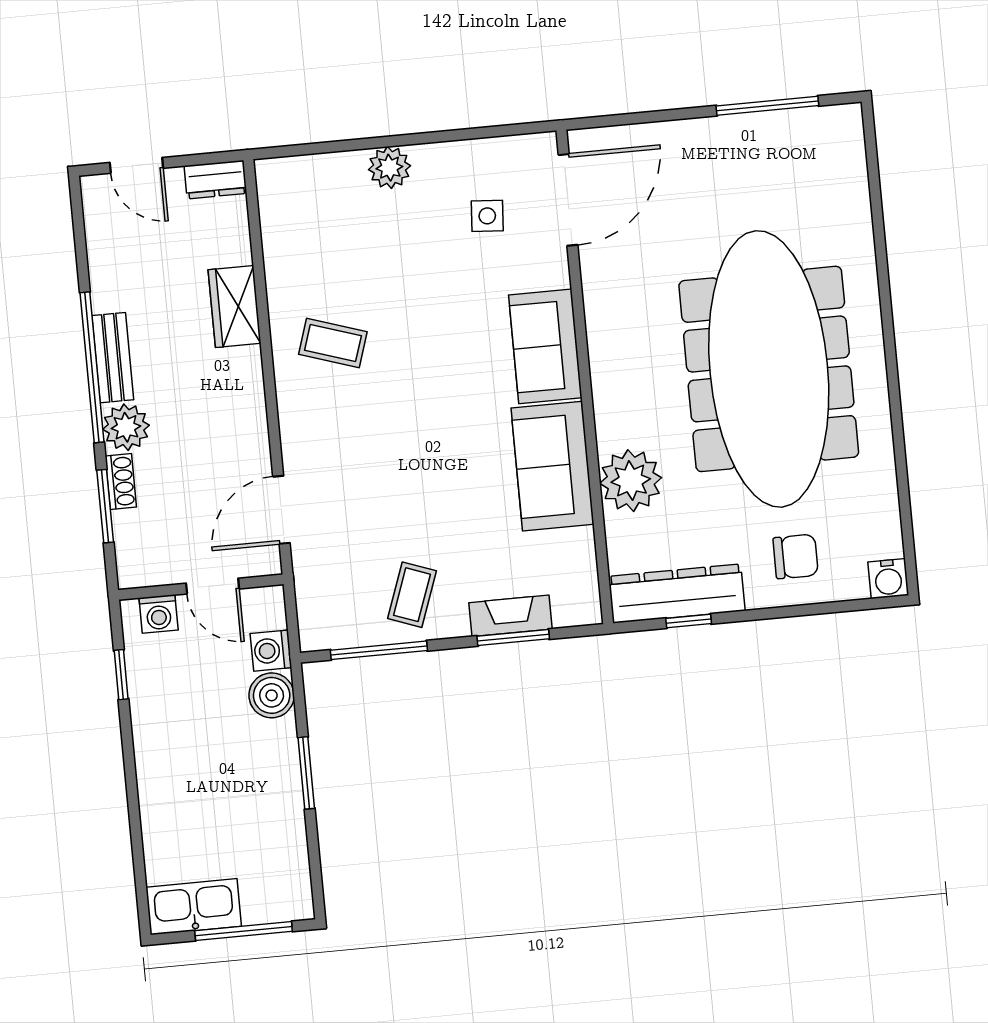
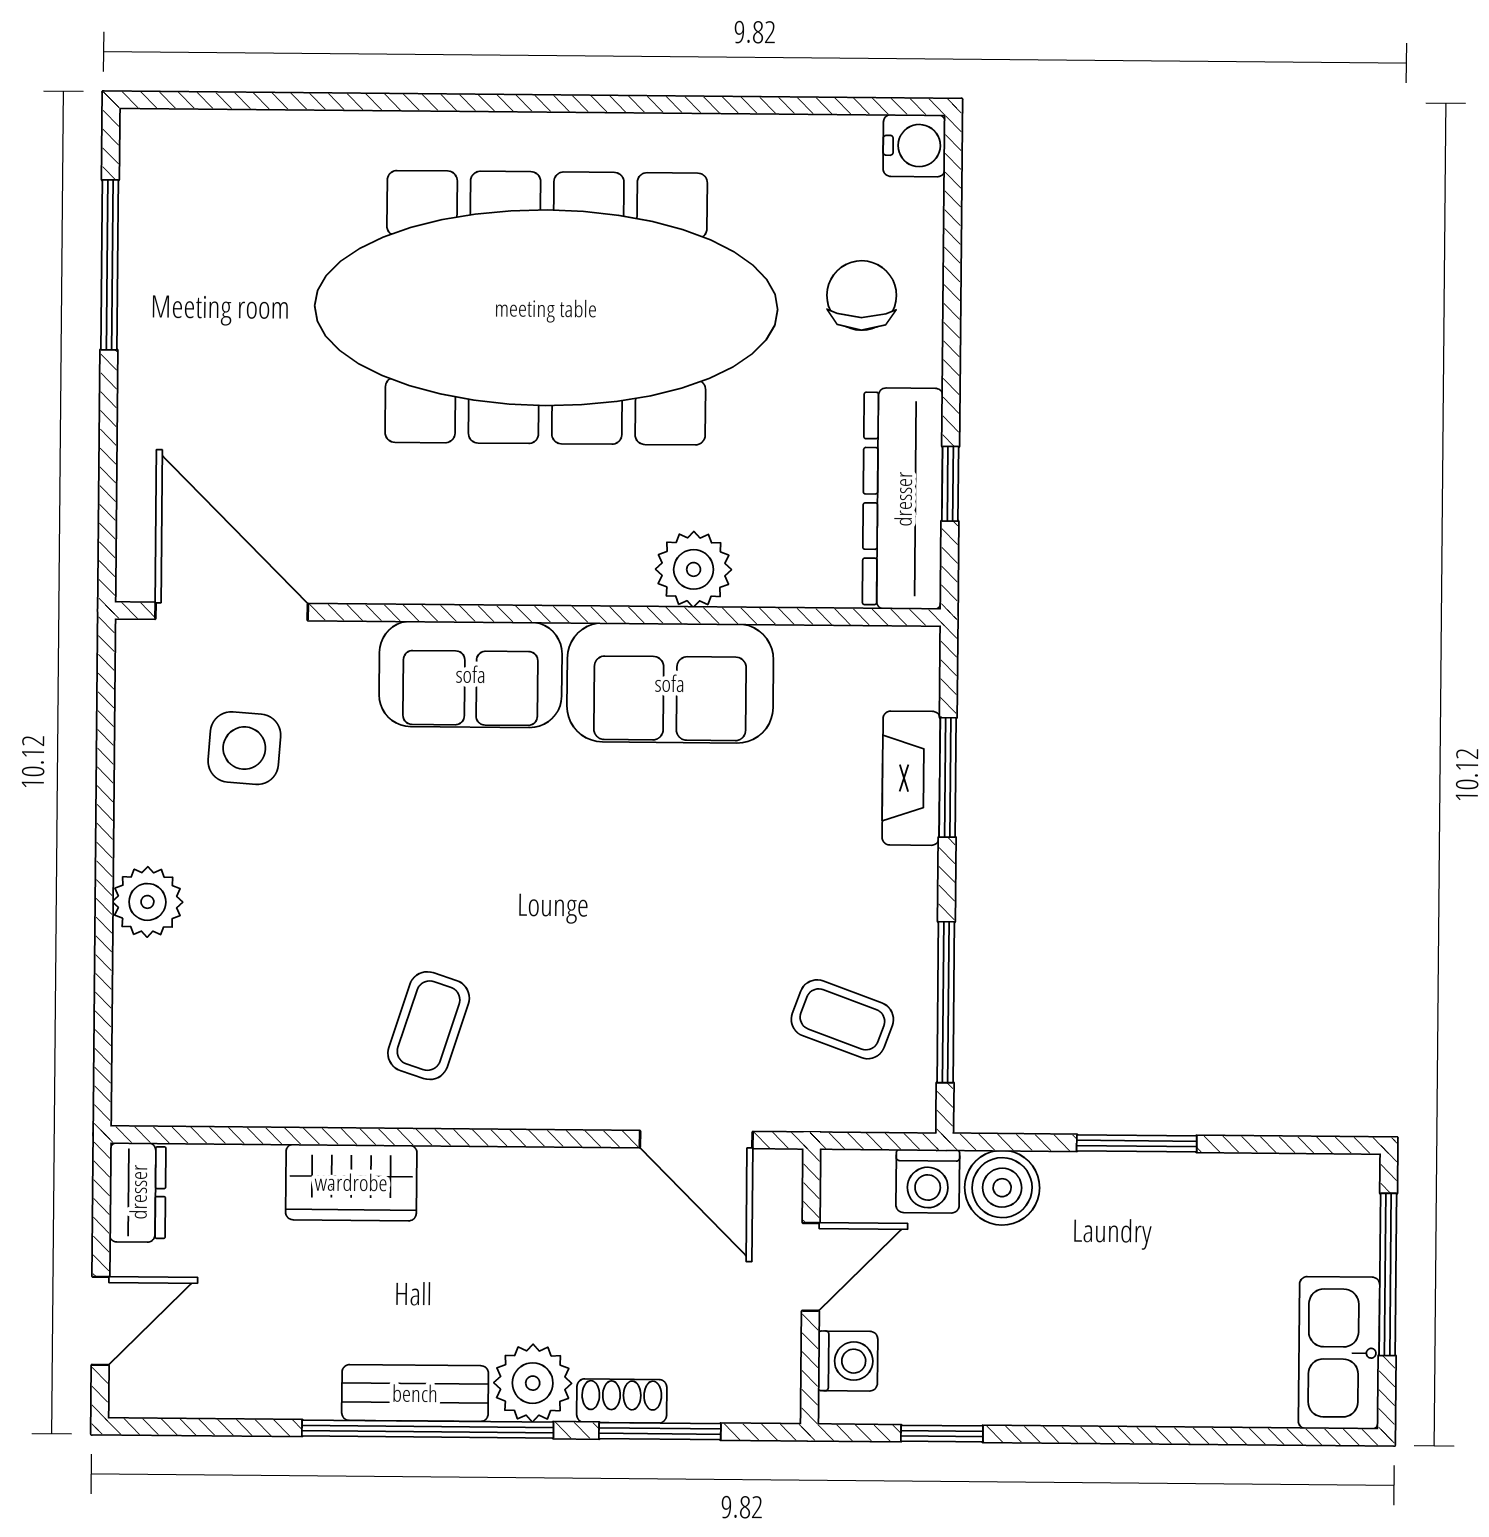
side table: (487, 216) -> (244, 748), width x1.37, depth x1.37
plant: (631, 481) -> (694, 569), width x0.73, depth x0.73
coffee table: (412, 595) -> (842, 1019), moved

